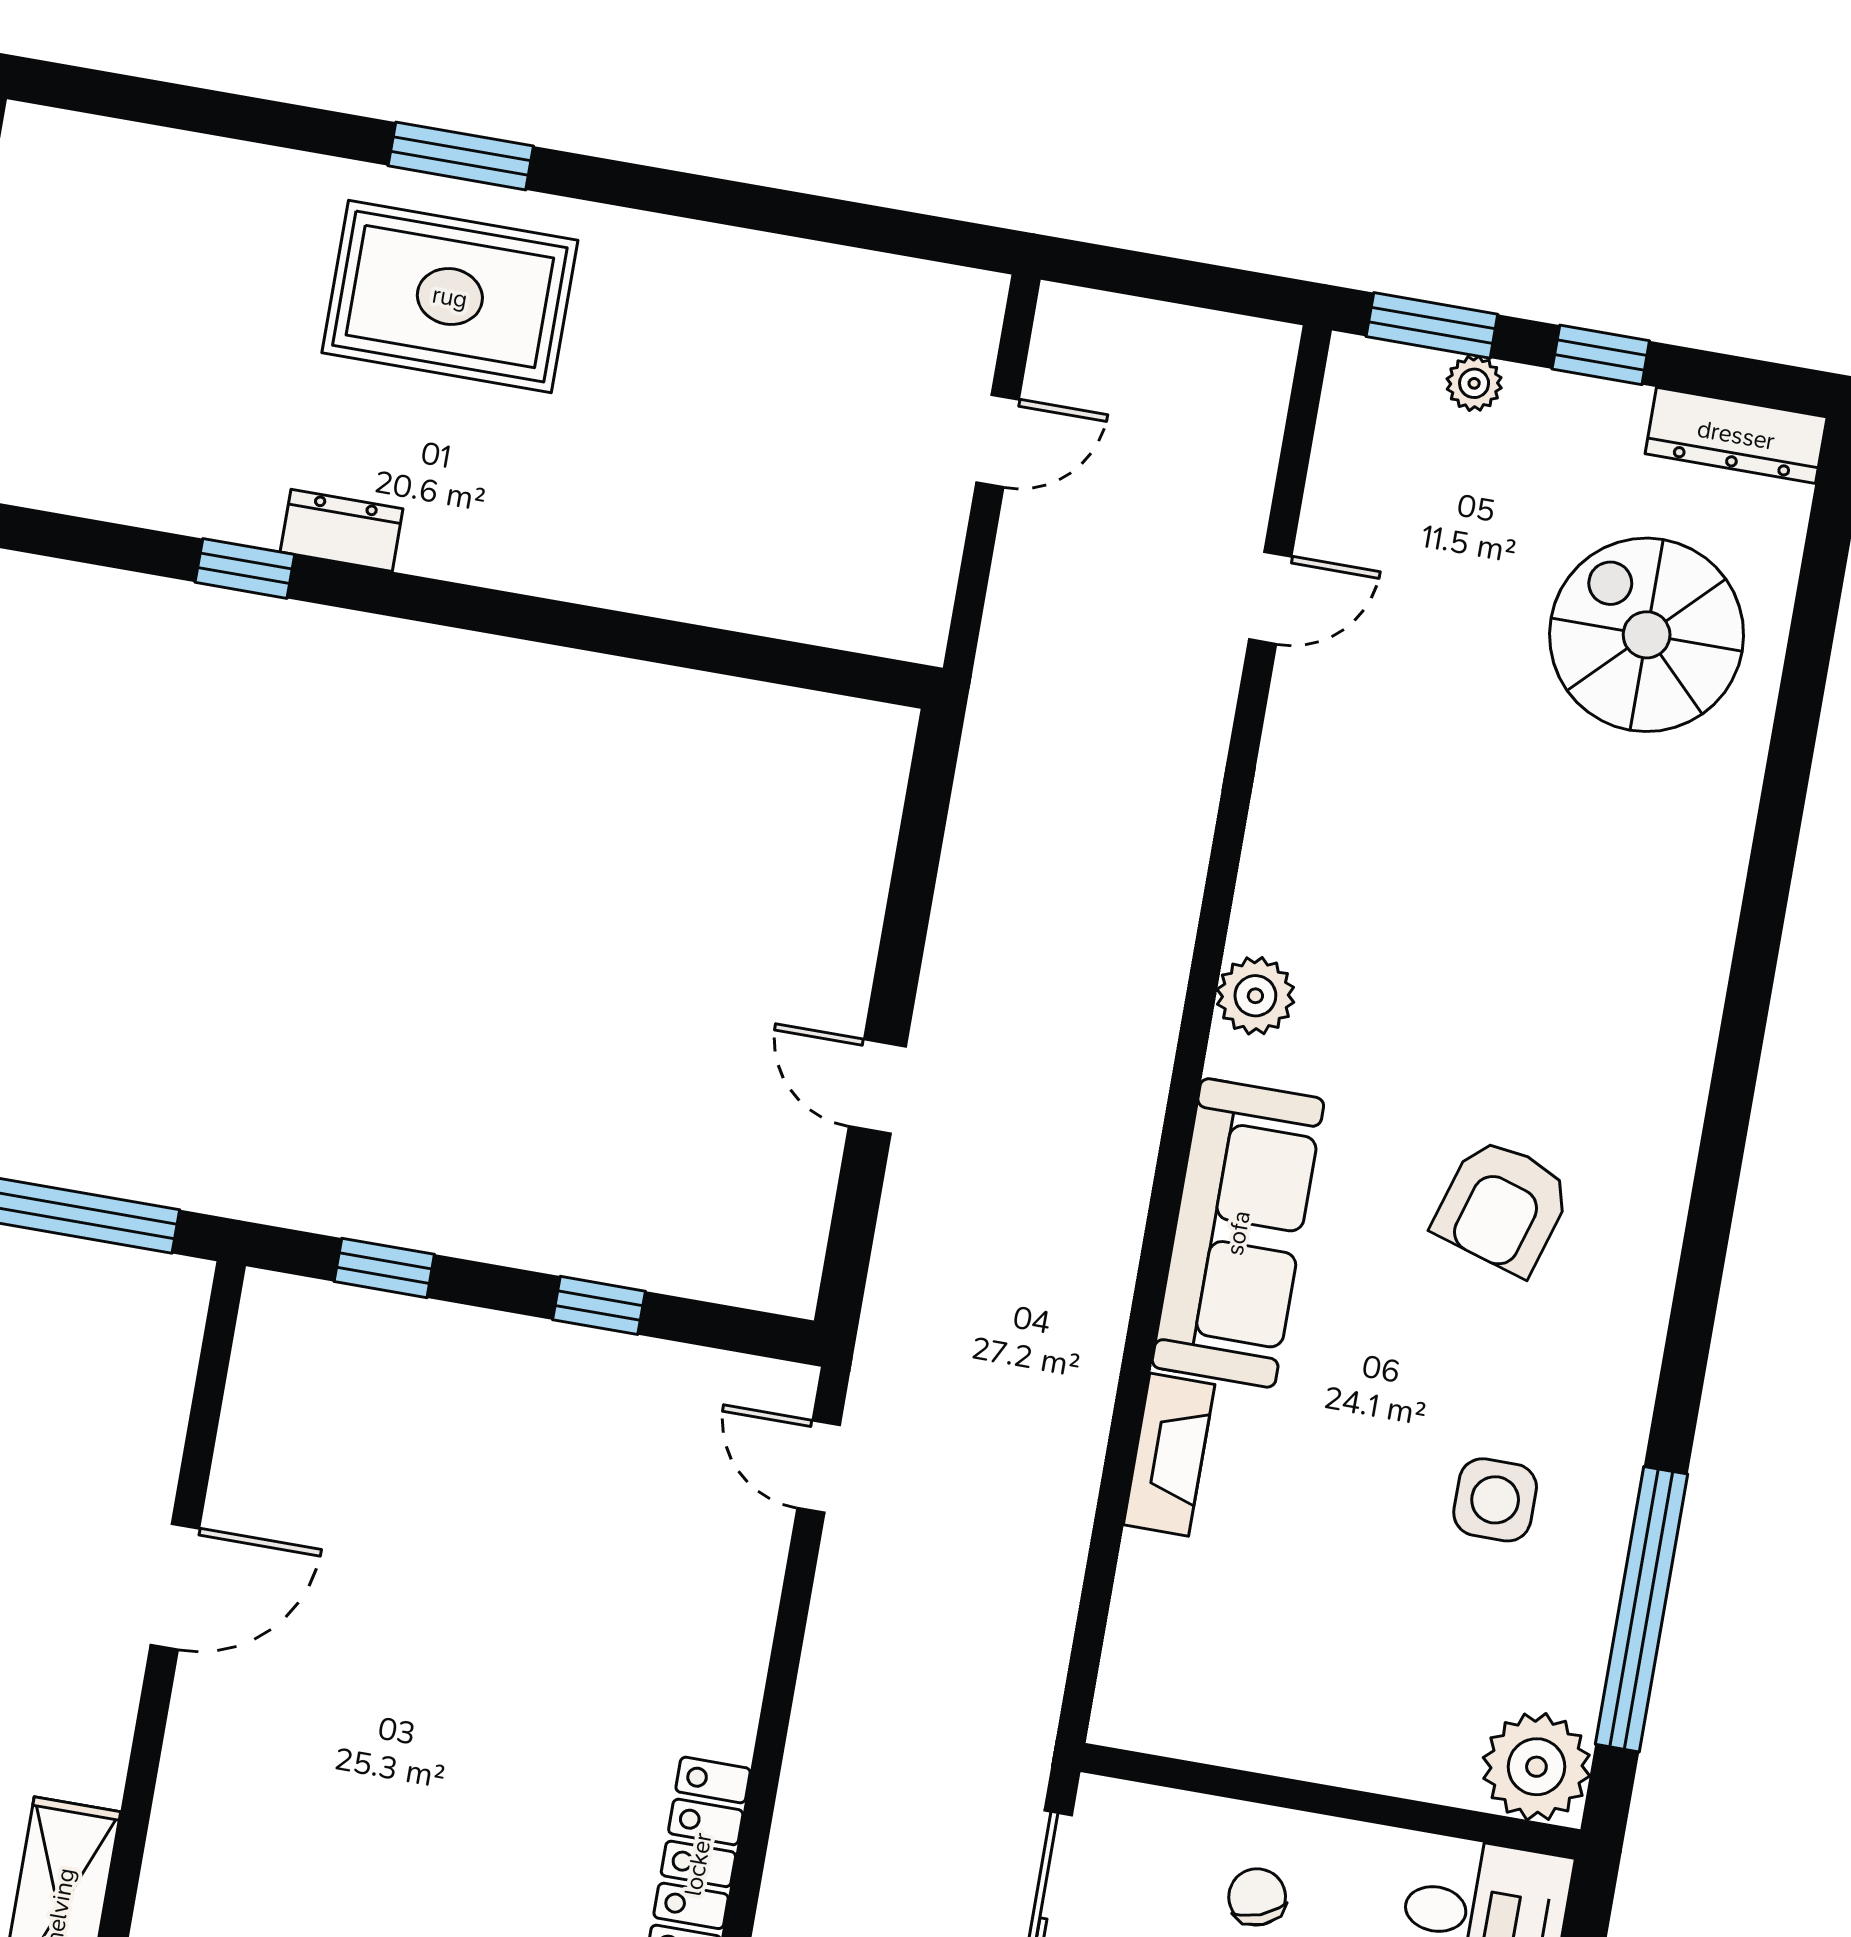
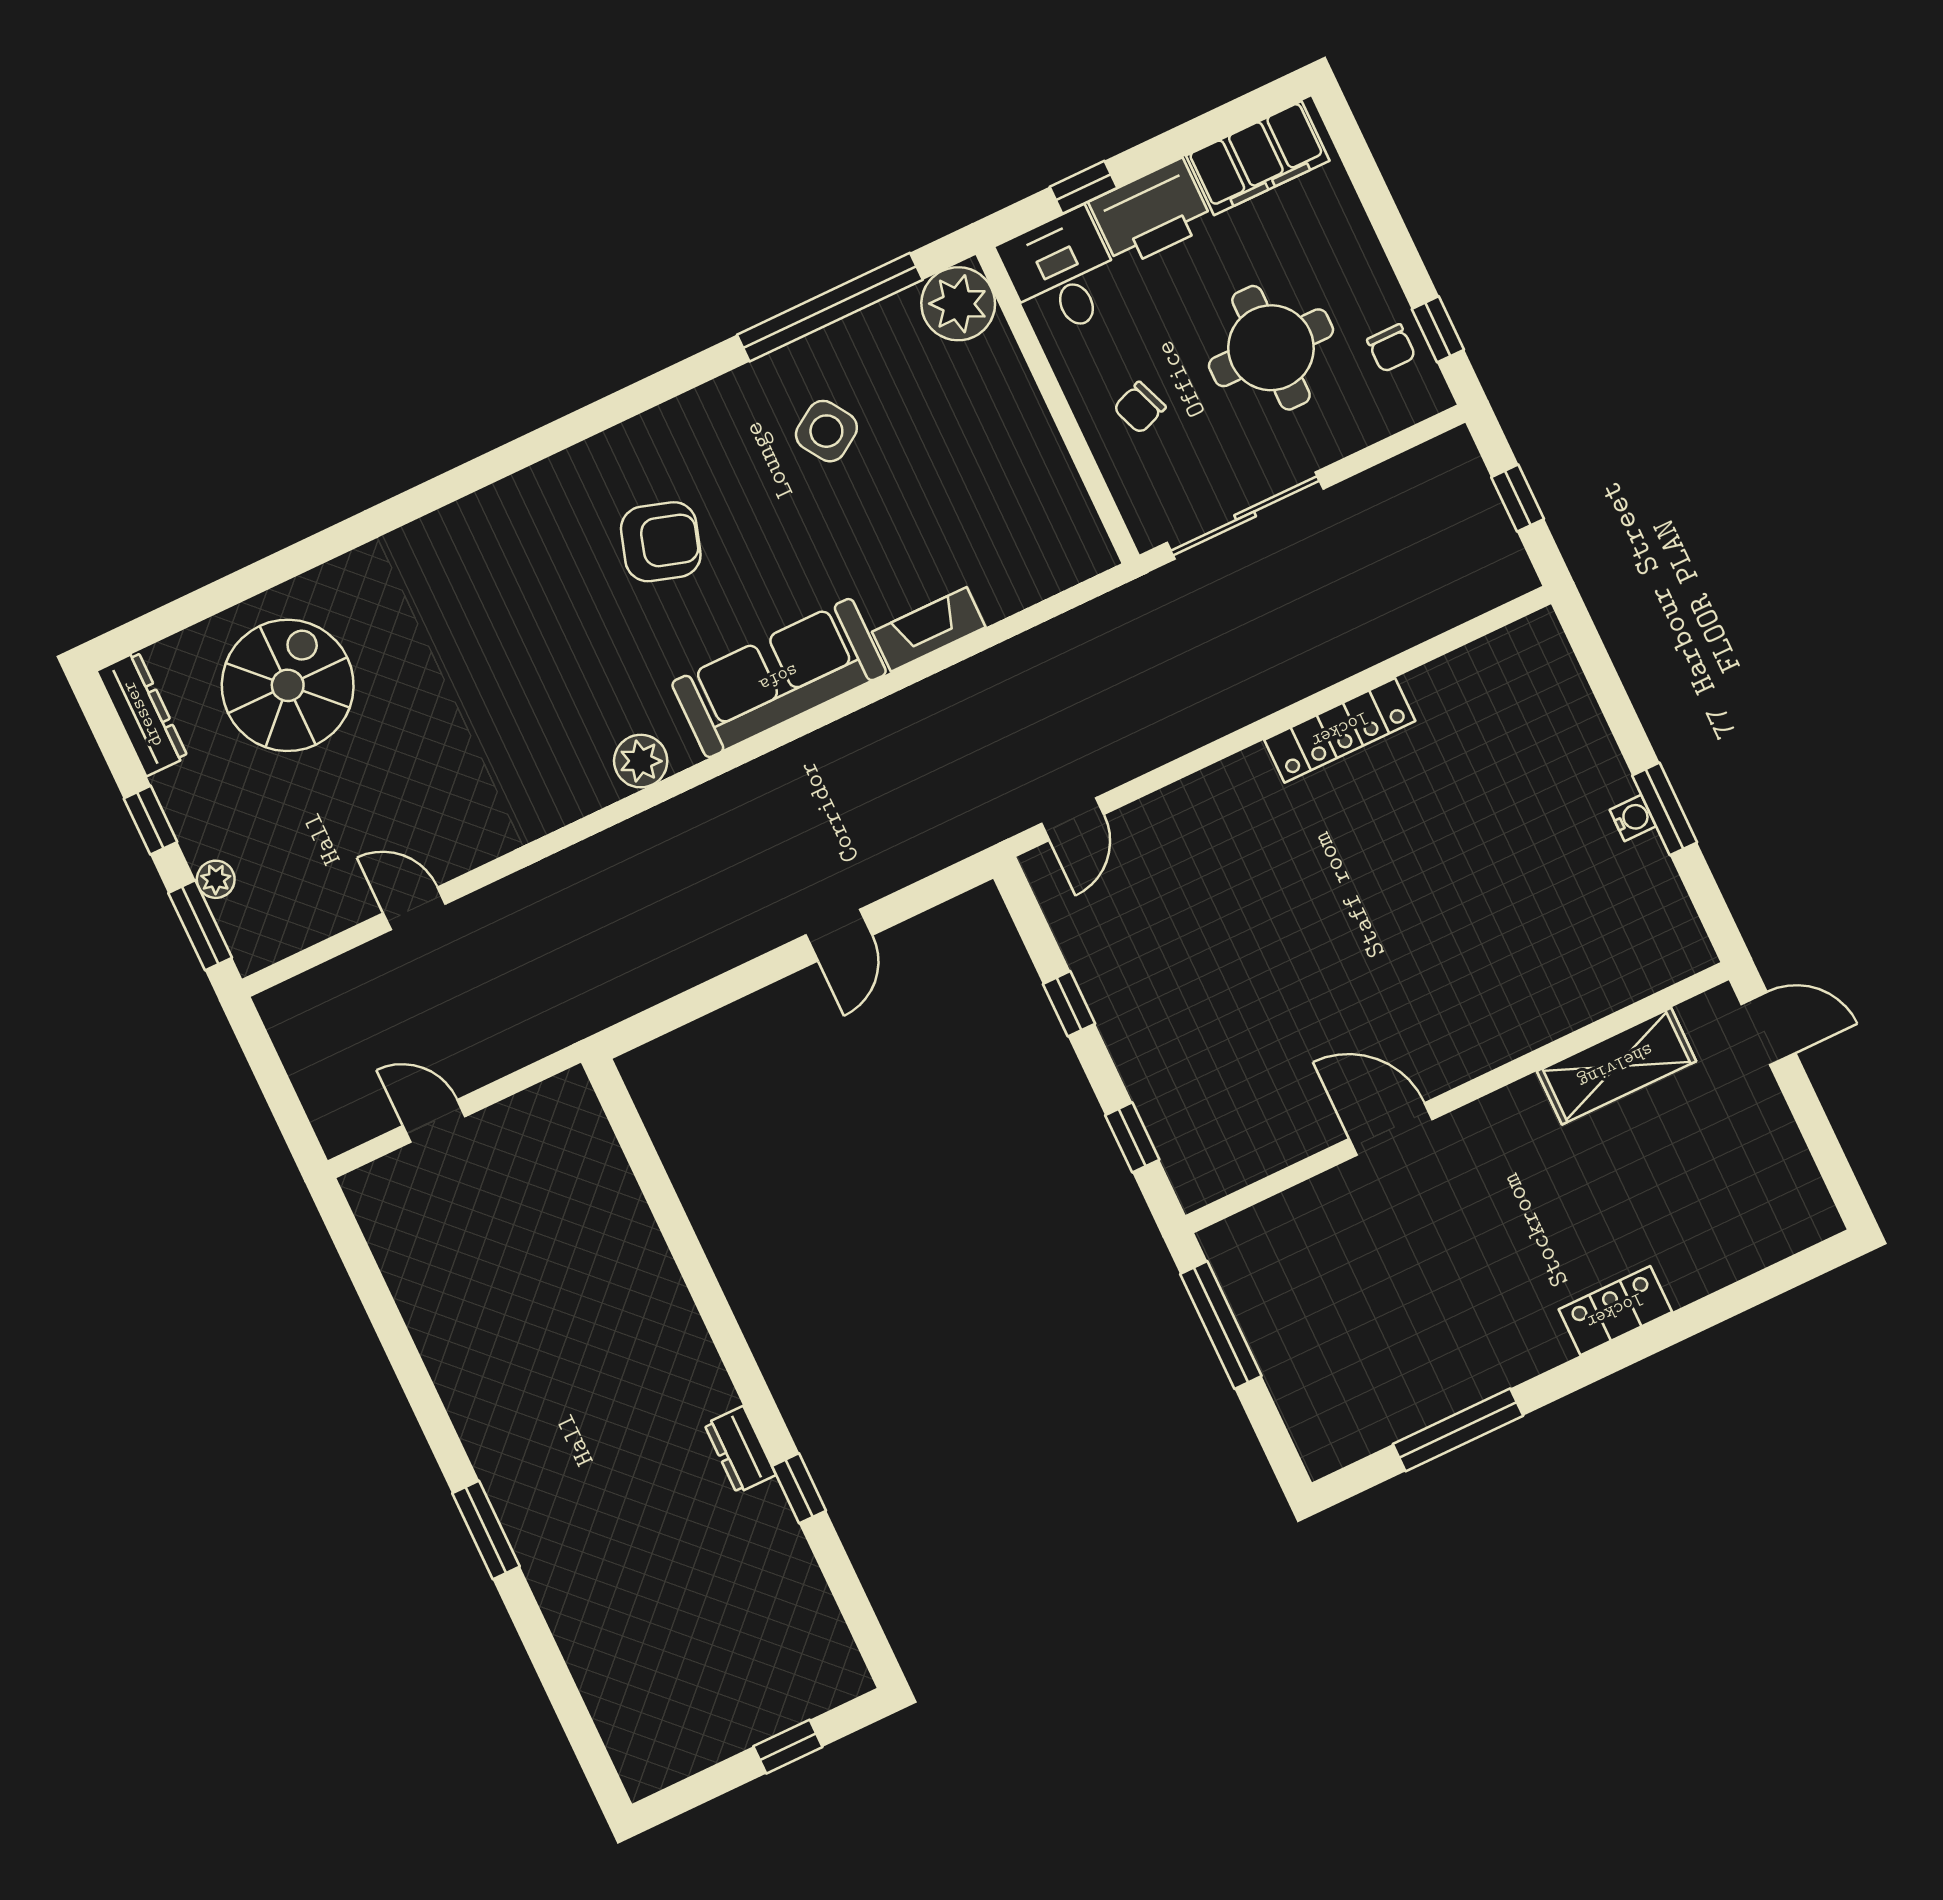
rug: (450, 297) -> (568, 1481), removed
spiral stairs: (1647, 635) -> (288, 685), turned 180
side table: (1495, 1500) -> (826, 431), turned -33

